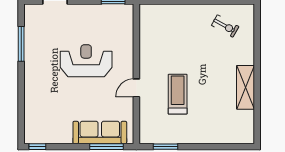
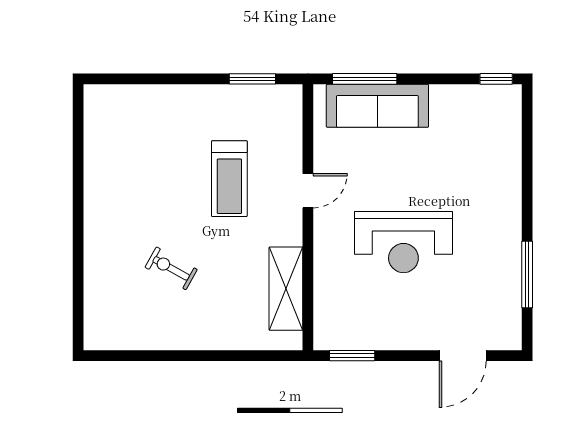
exercise bike: (225, 26) -> (171, 268), moved
shelving: (245, 87) -> (286, 289), moved

